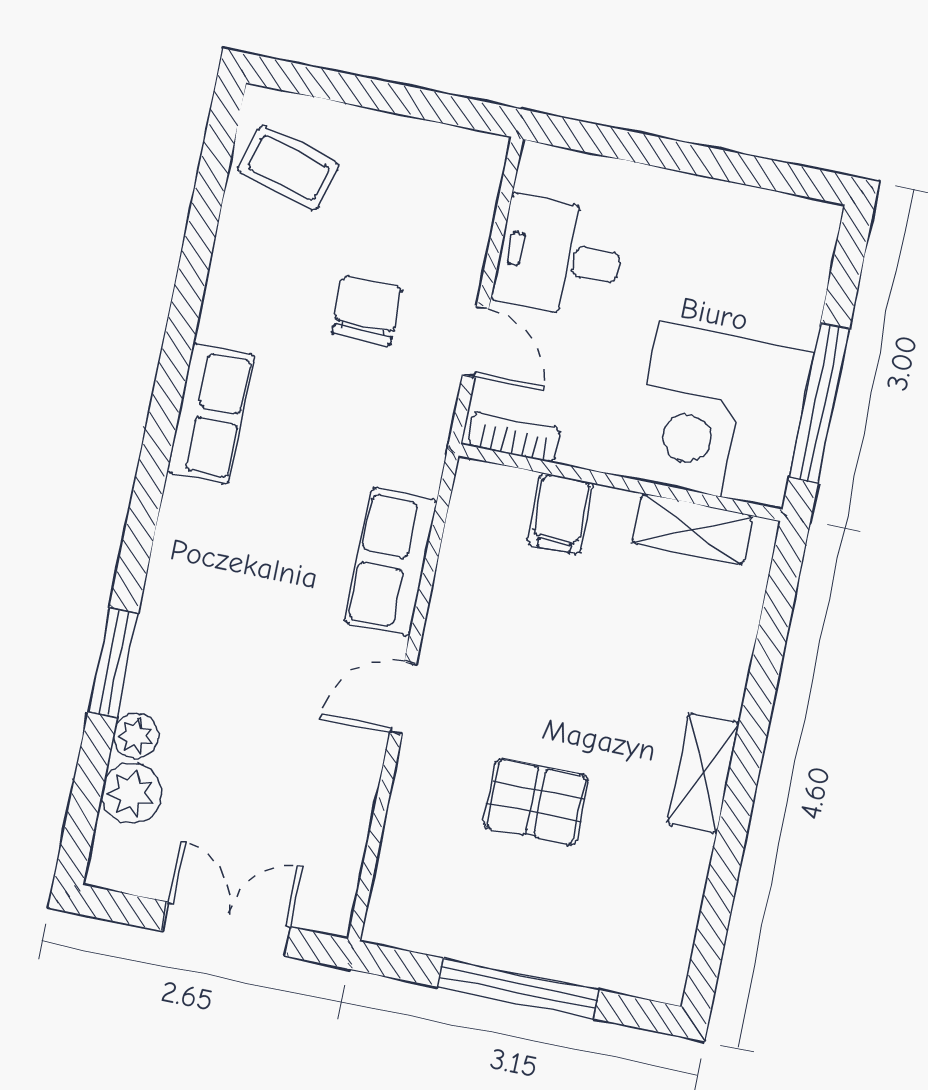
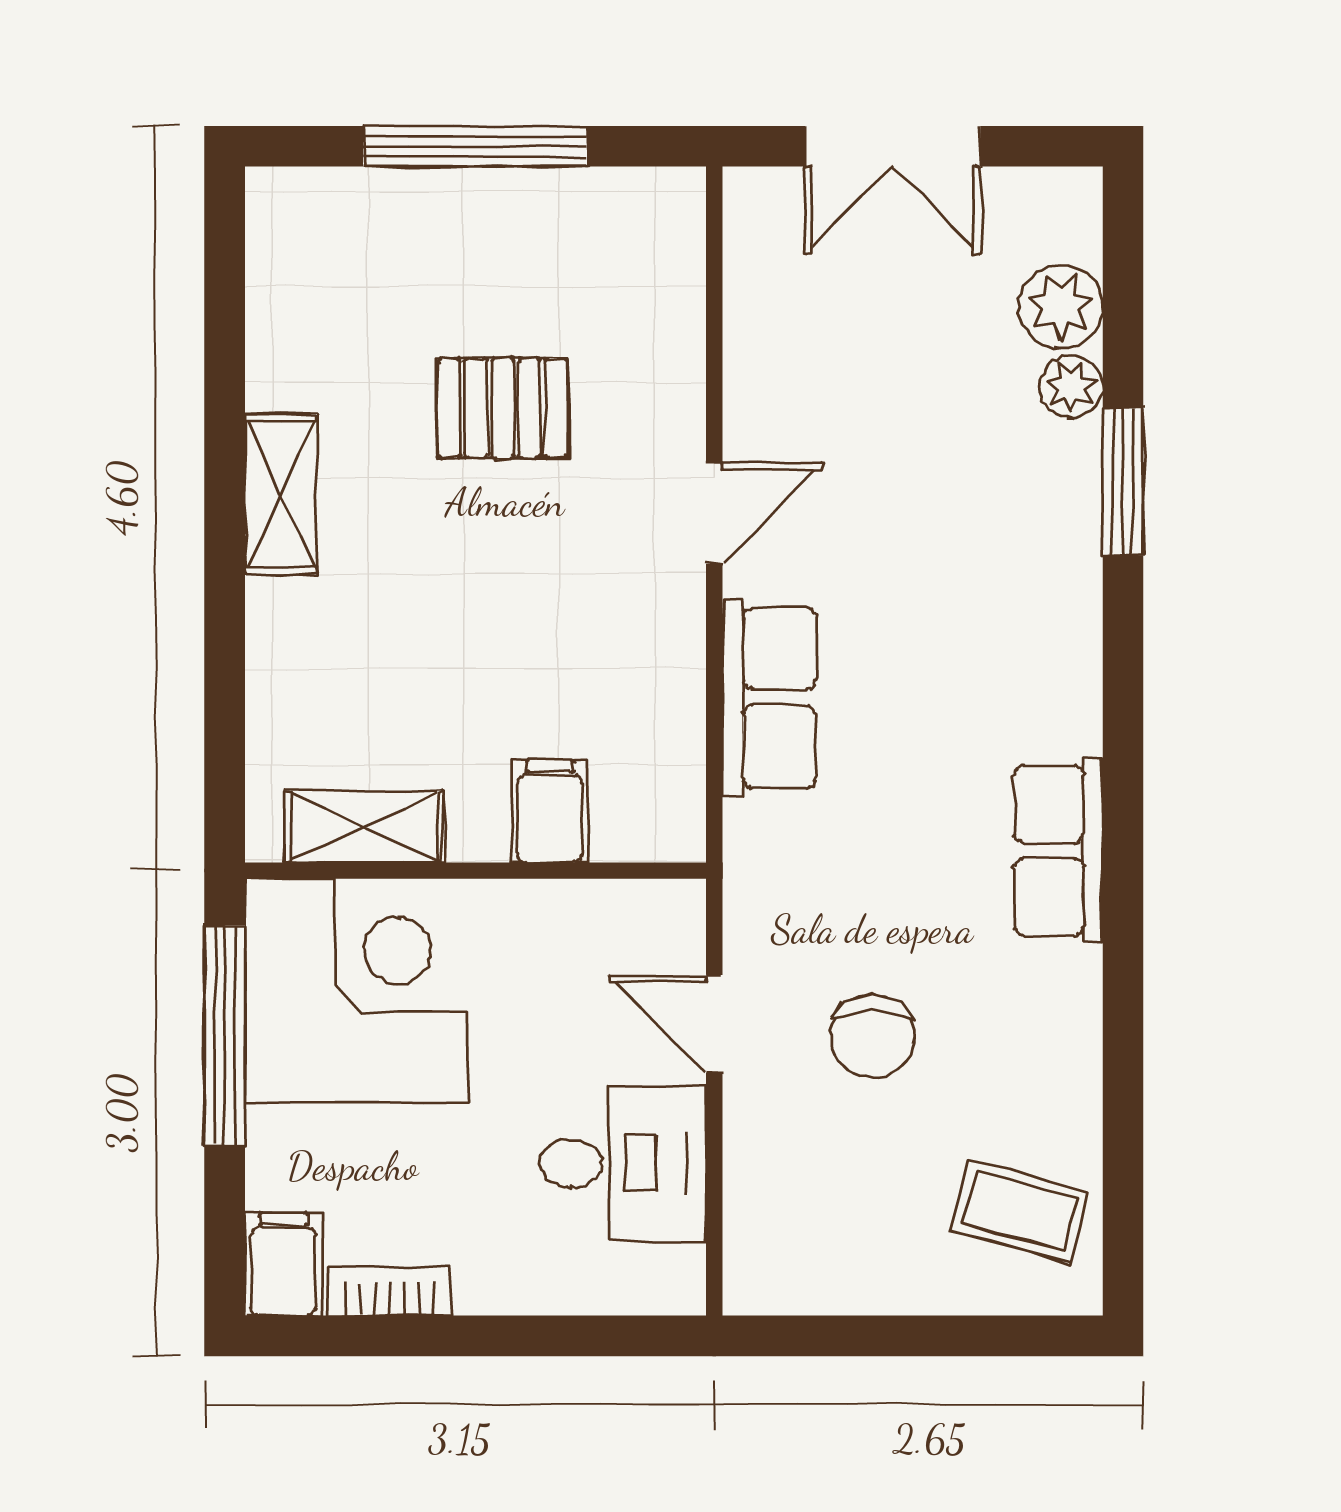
filing cabinet: (811, 235) -> (283, 1264), added
bookcase: (514, 437) -> (390, 1291), moved, turned 180

